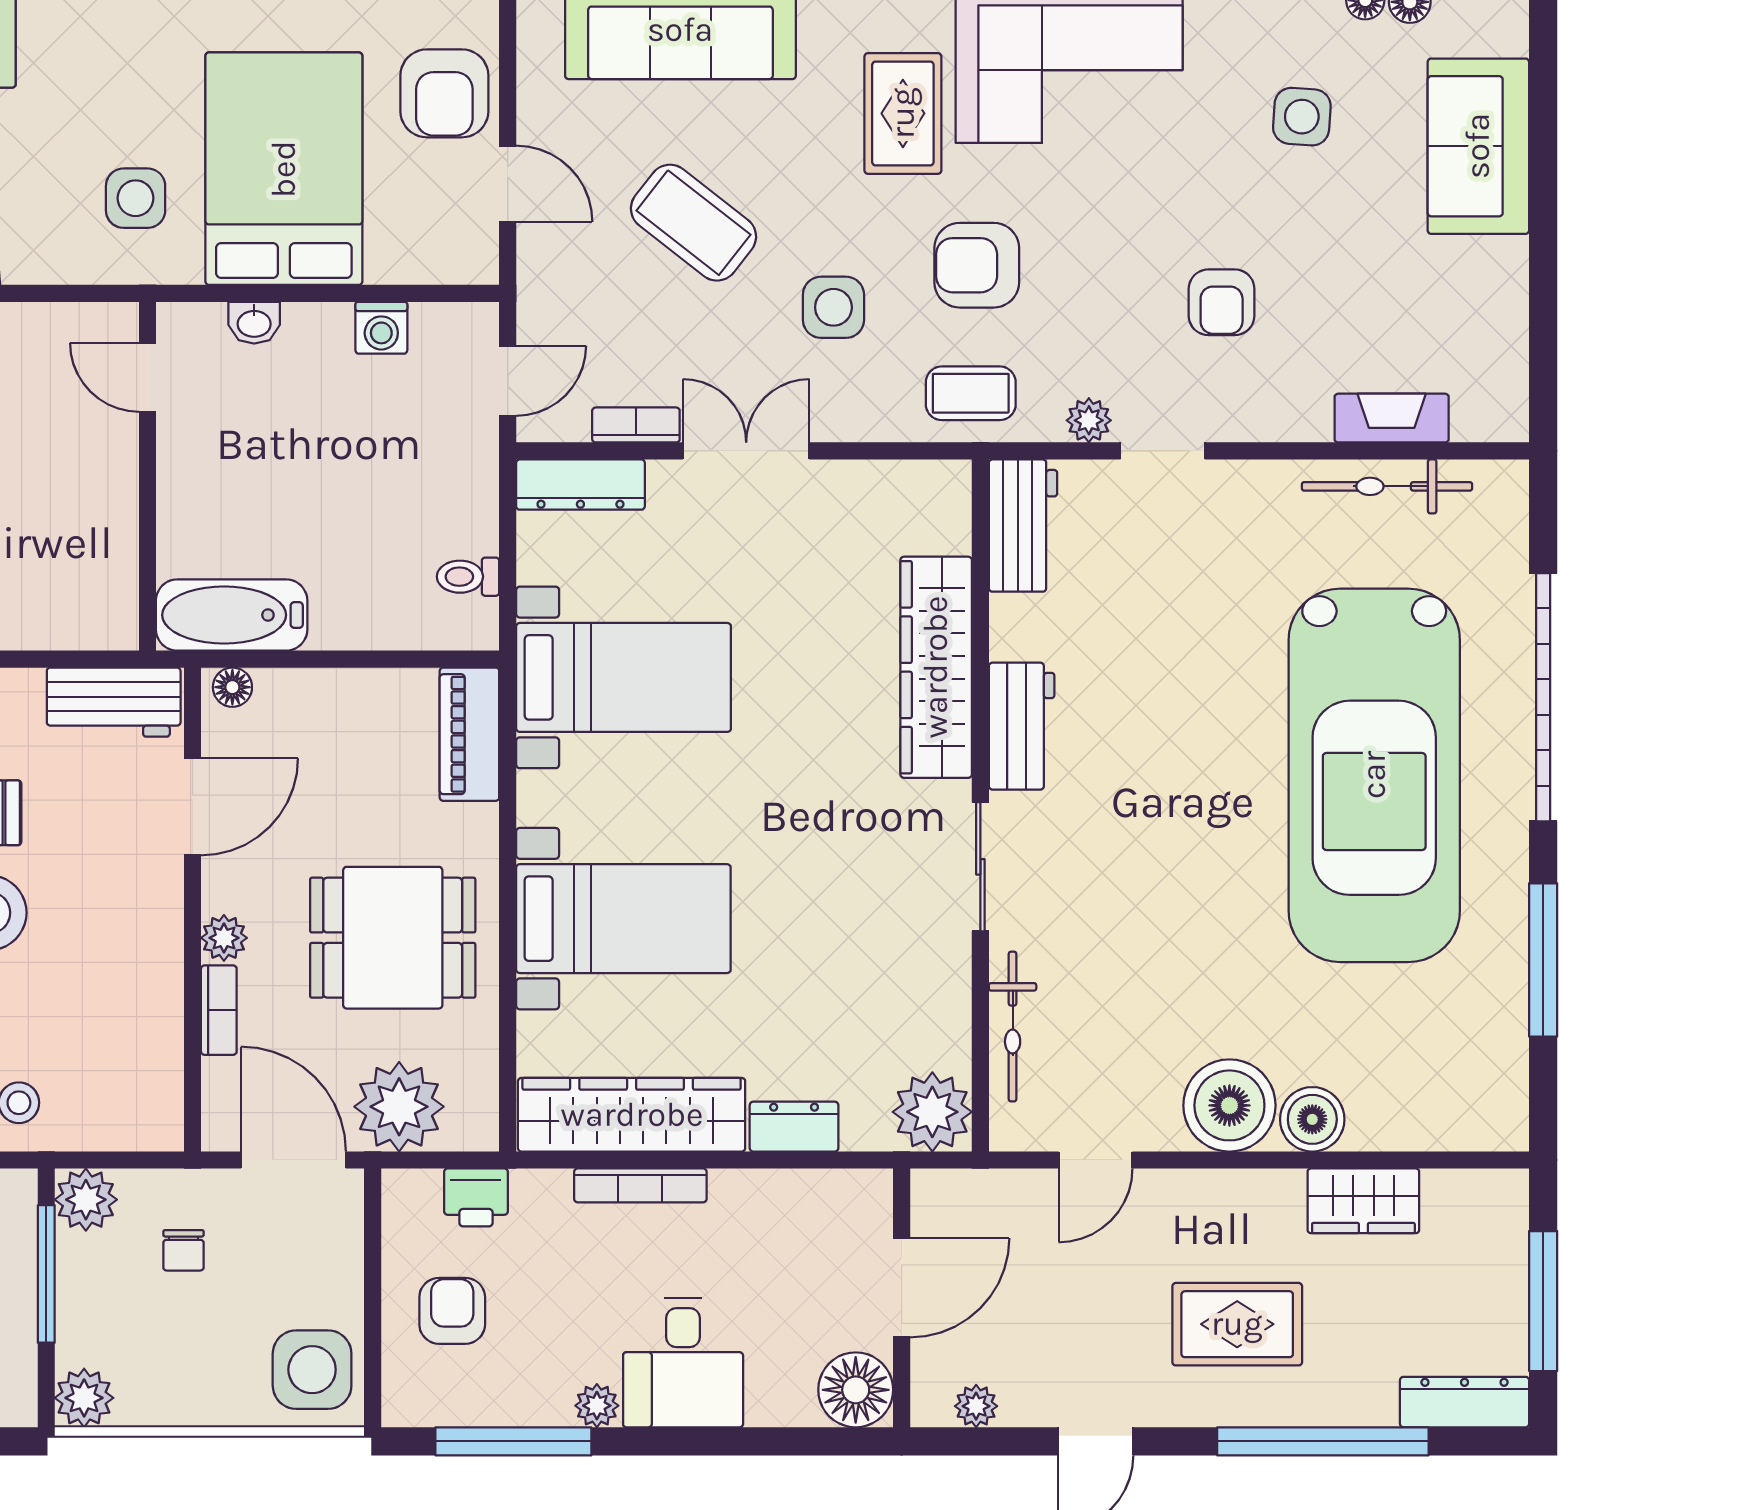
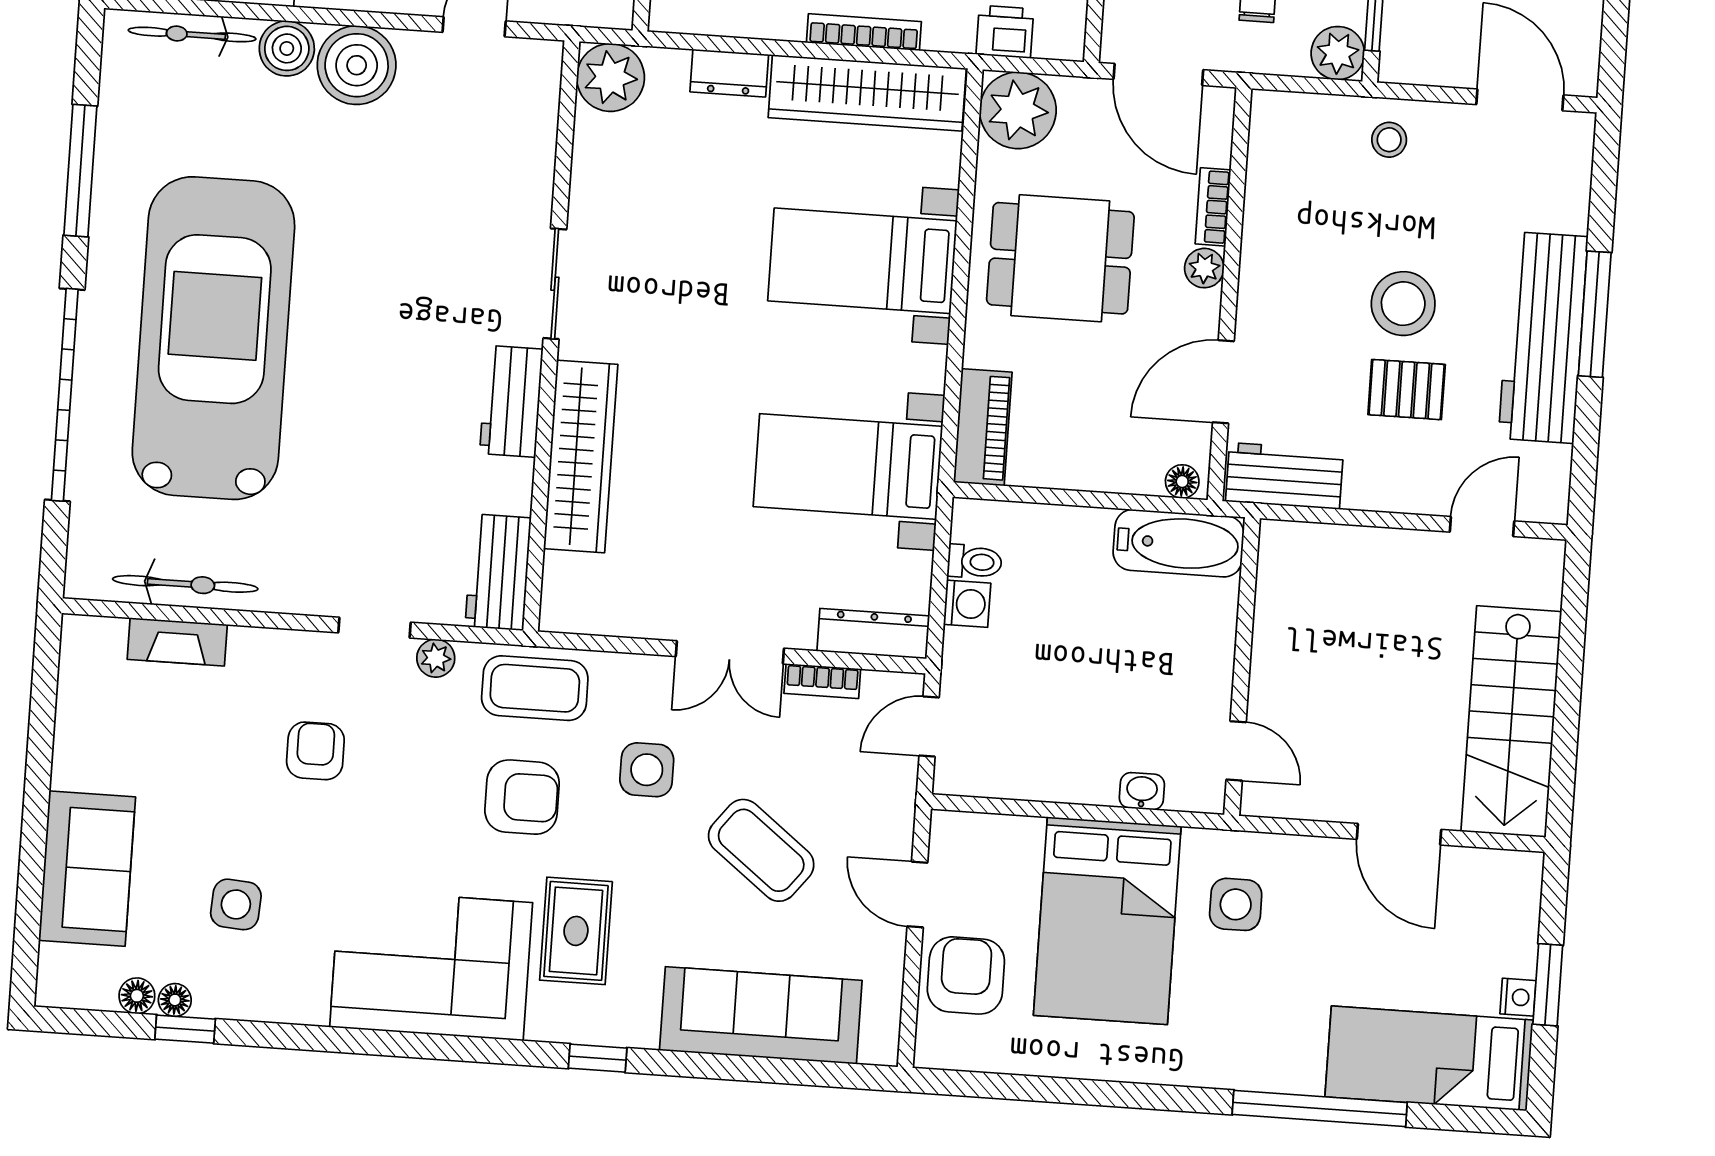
washing machine: (381, 328) -> (967, 604), moved, turned 90
coffee table: (971, 393) -> (535, 688), width x1.36, depth x1.30
bicycle: (1013, 1027) -> (192, 35), moved, turned -90
plant: (399, 1107) -> (1018, 110), moved

